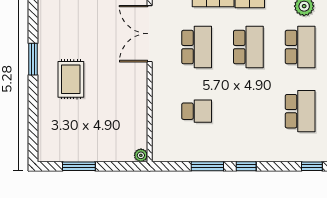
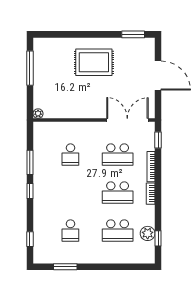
window: (33, 59) -> (133, 34), moved
rug: (71, 79) -> (94, 62), width x1.36, depth x1.43
school desk: (300, 111) -> (70, 231), width x0.54
window: (79, 166) -> (30, 68), width x1.44

